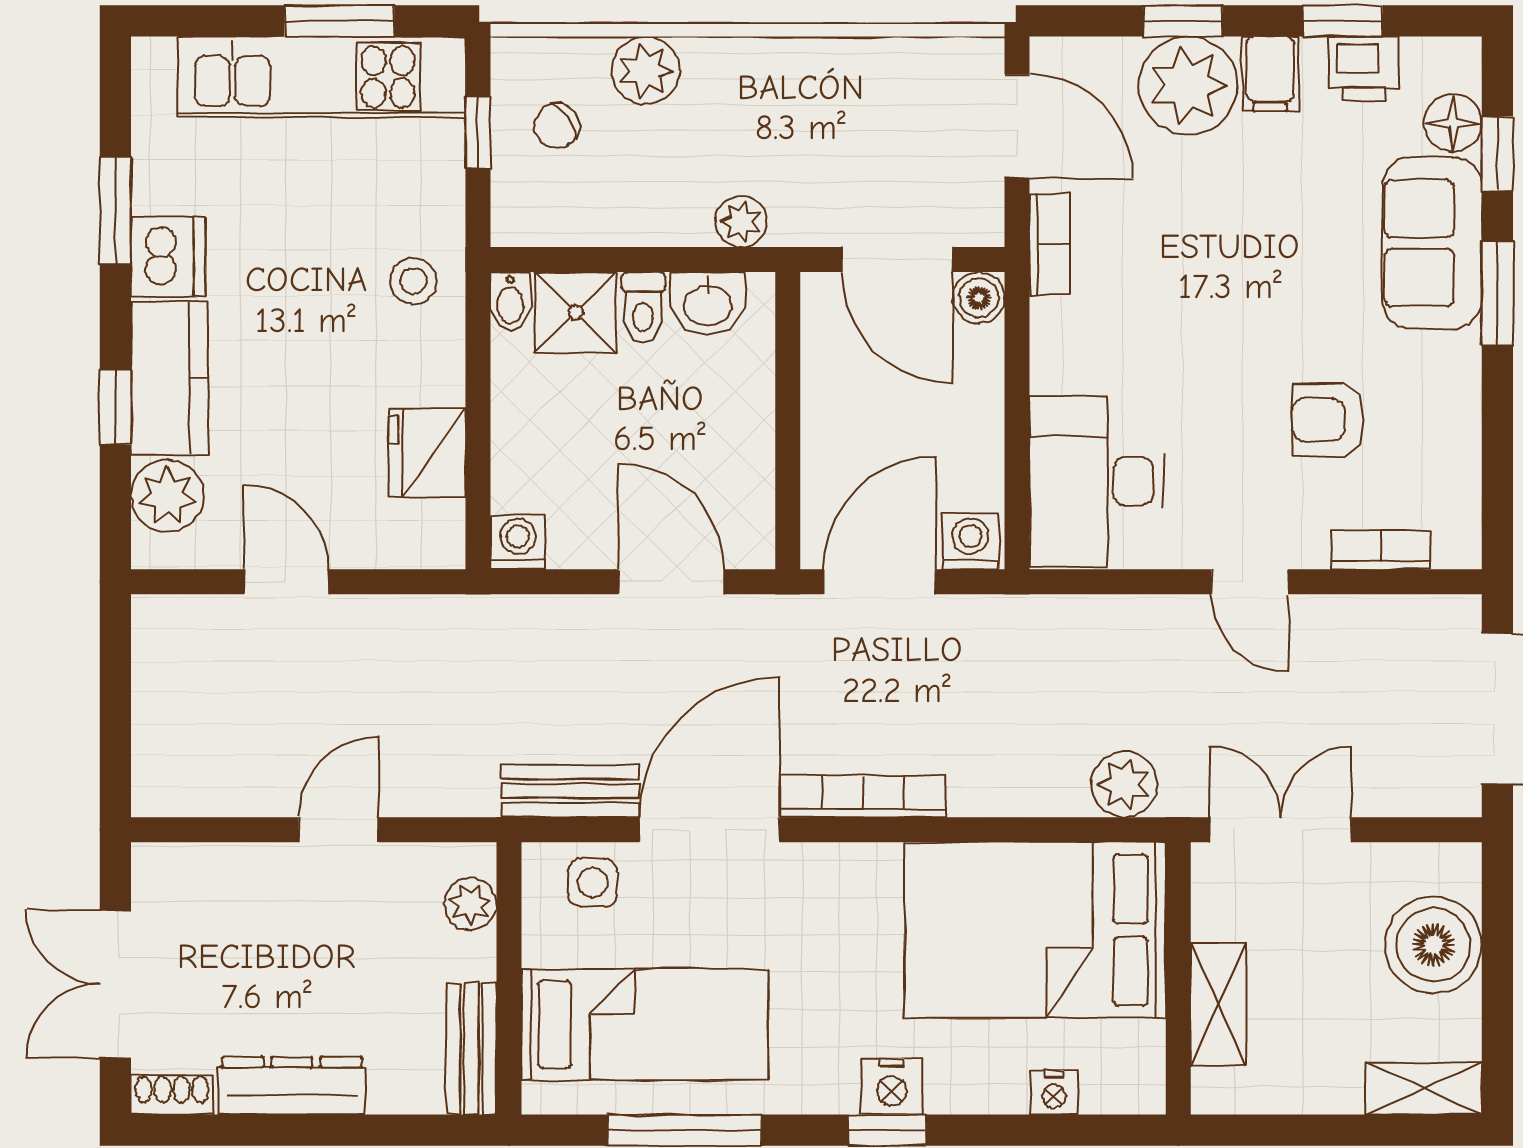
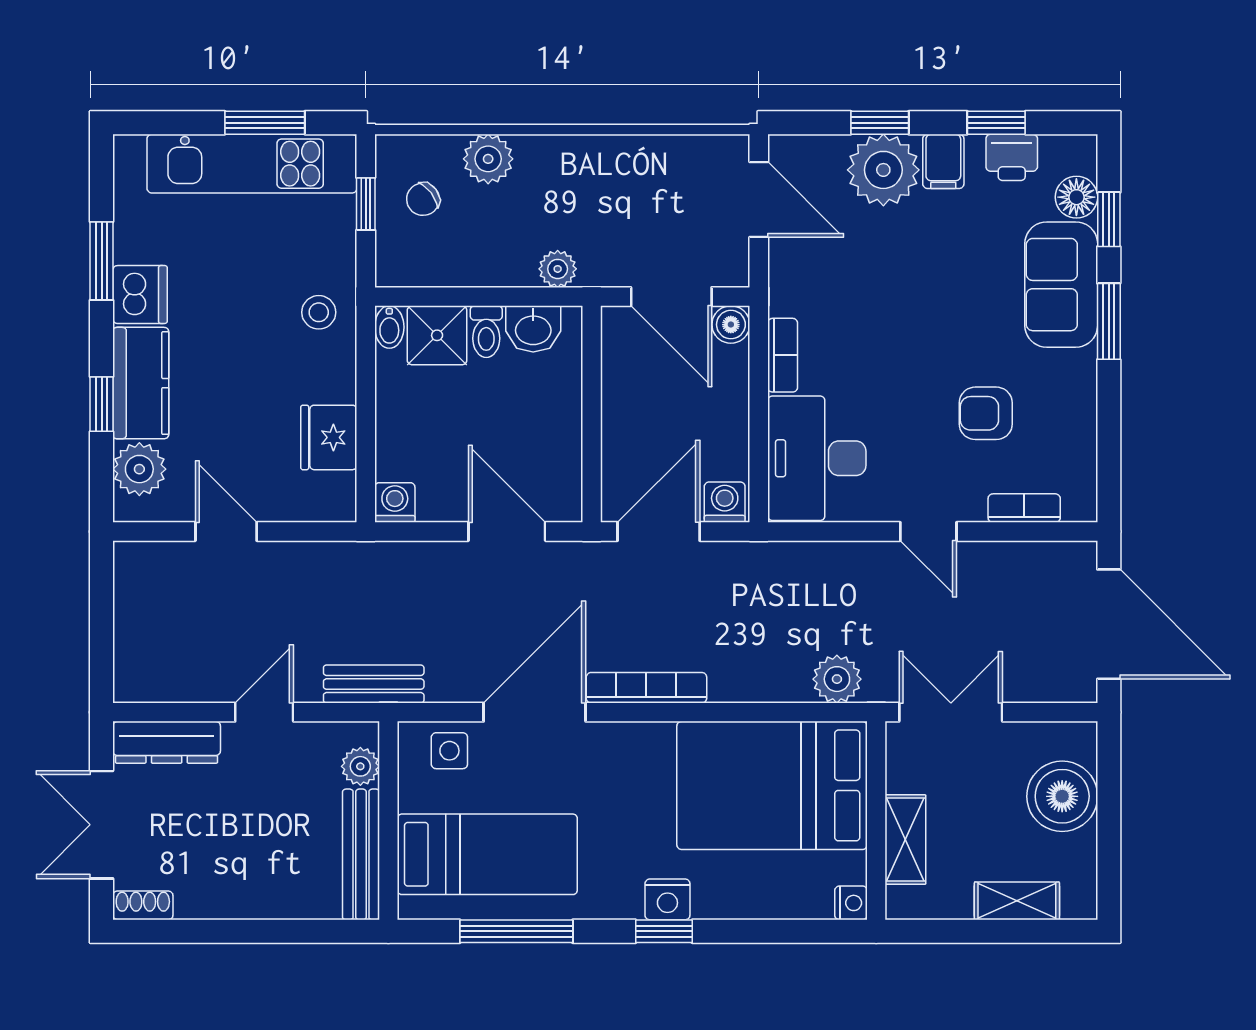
bookcase: (1050, 244) -> (783, 355), moved
bench: (570, 791) -> (374, 684), moved
bench: (471, 1049) -> (361, 854), width x1.36
dresser: (292, 1086) -> (167, 742), moved, turned 180
shelving: (1424, 1089) -> (1017, 901), moved
nightstand: (1054, 1093) -> (851, 903), moved, turned -90

